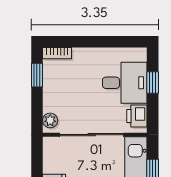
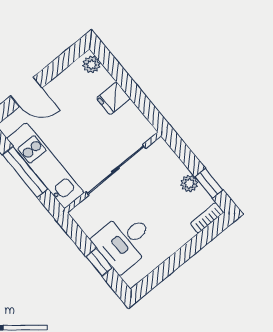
printer: (137, 116) -> (89, 220), removed
plant: (50, 120) -> (189, 184), moved

